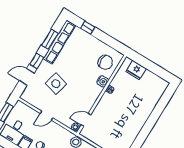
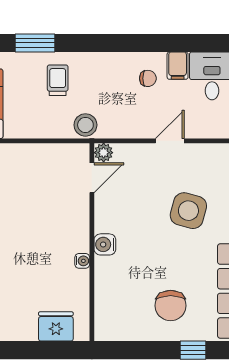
chair: (105, 62) -> (171, 306), moved, turned -90
water cooler: (103, 81) -> (105, 244), moved

